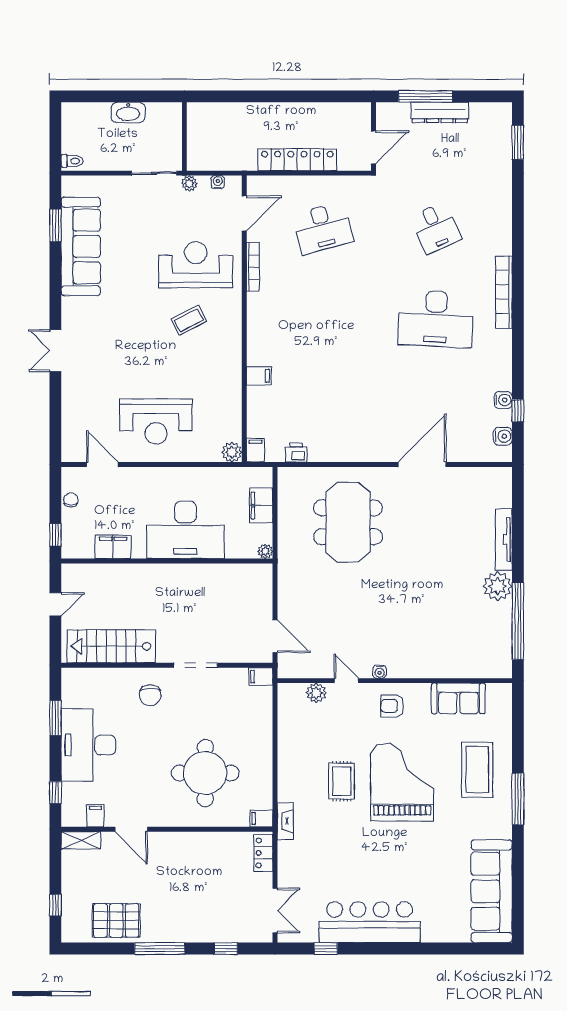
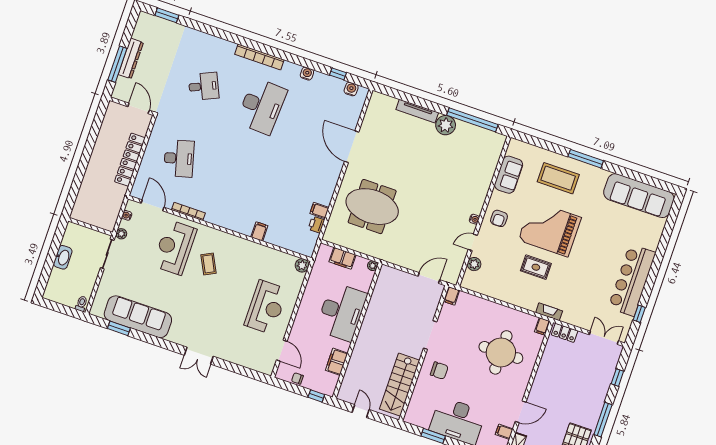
water cooler: (503, 400) -> (307, 74), moved
filing cabinet: (256, 450) -> (319, 210), moved
door: (102, 465) -> (282, 351), swing flipped

